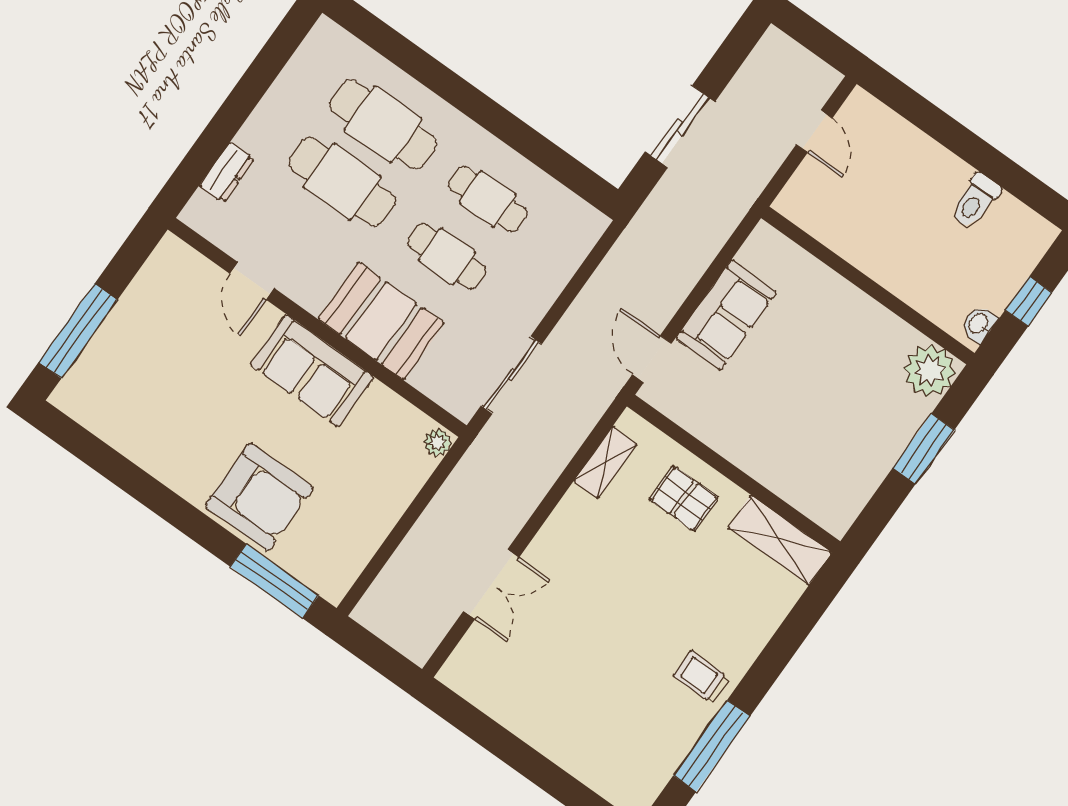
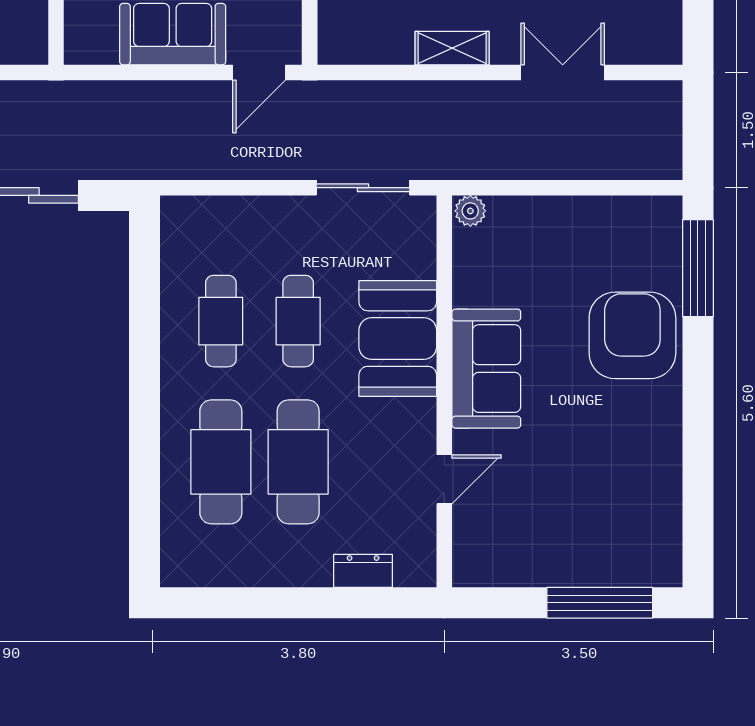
shelving: (605, 462) -> (452, 48), moved

